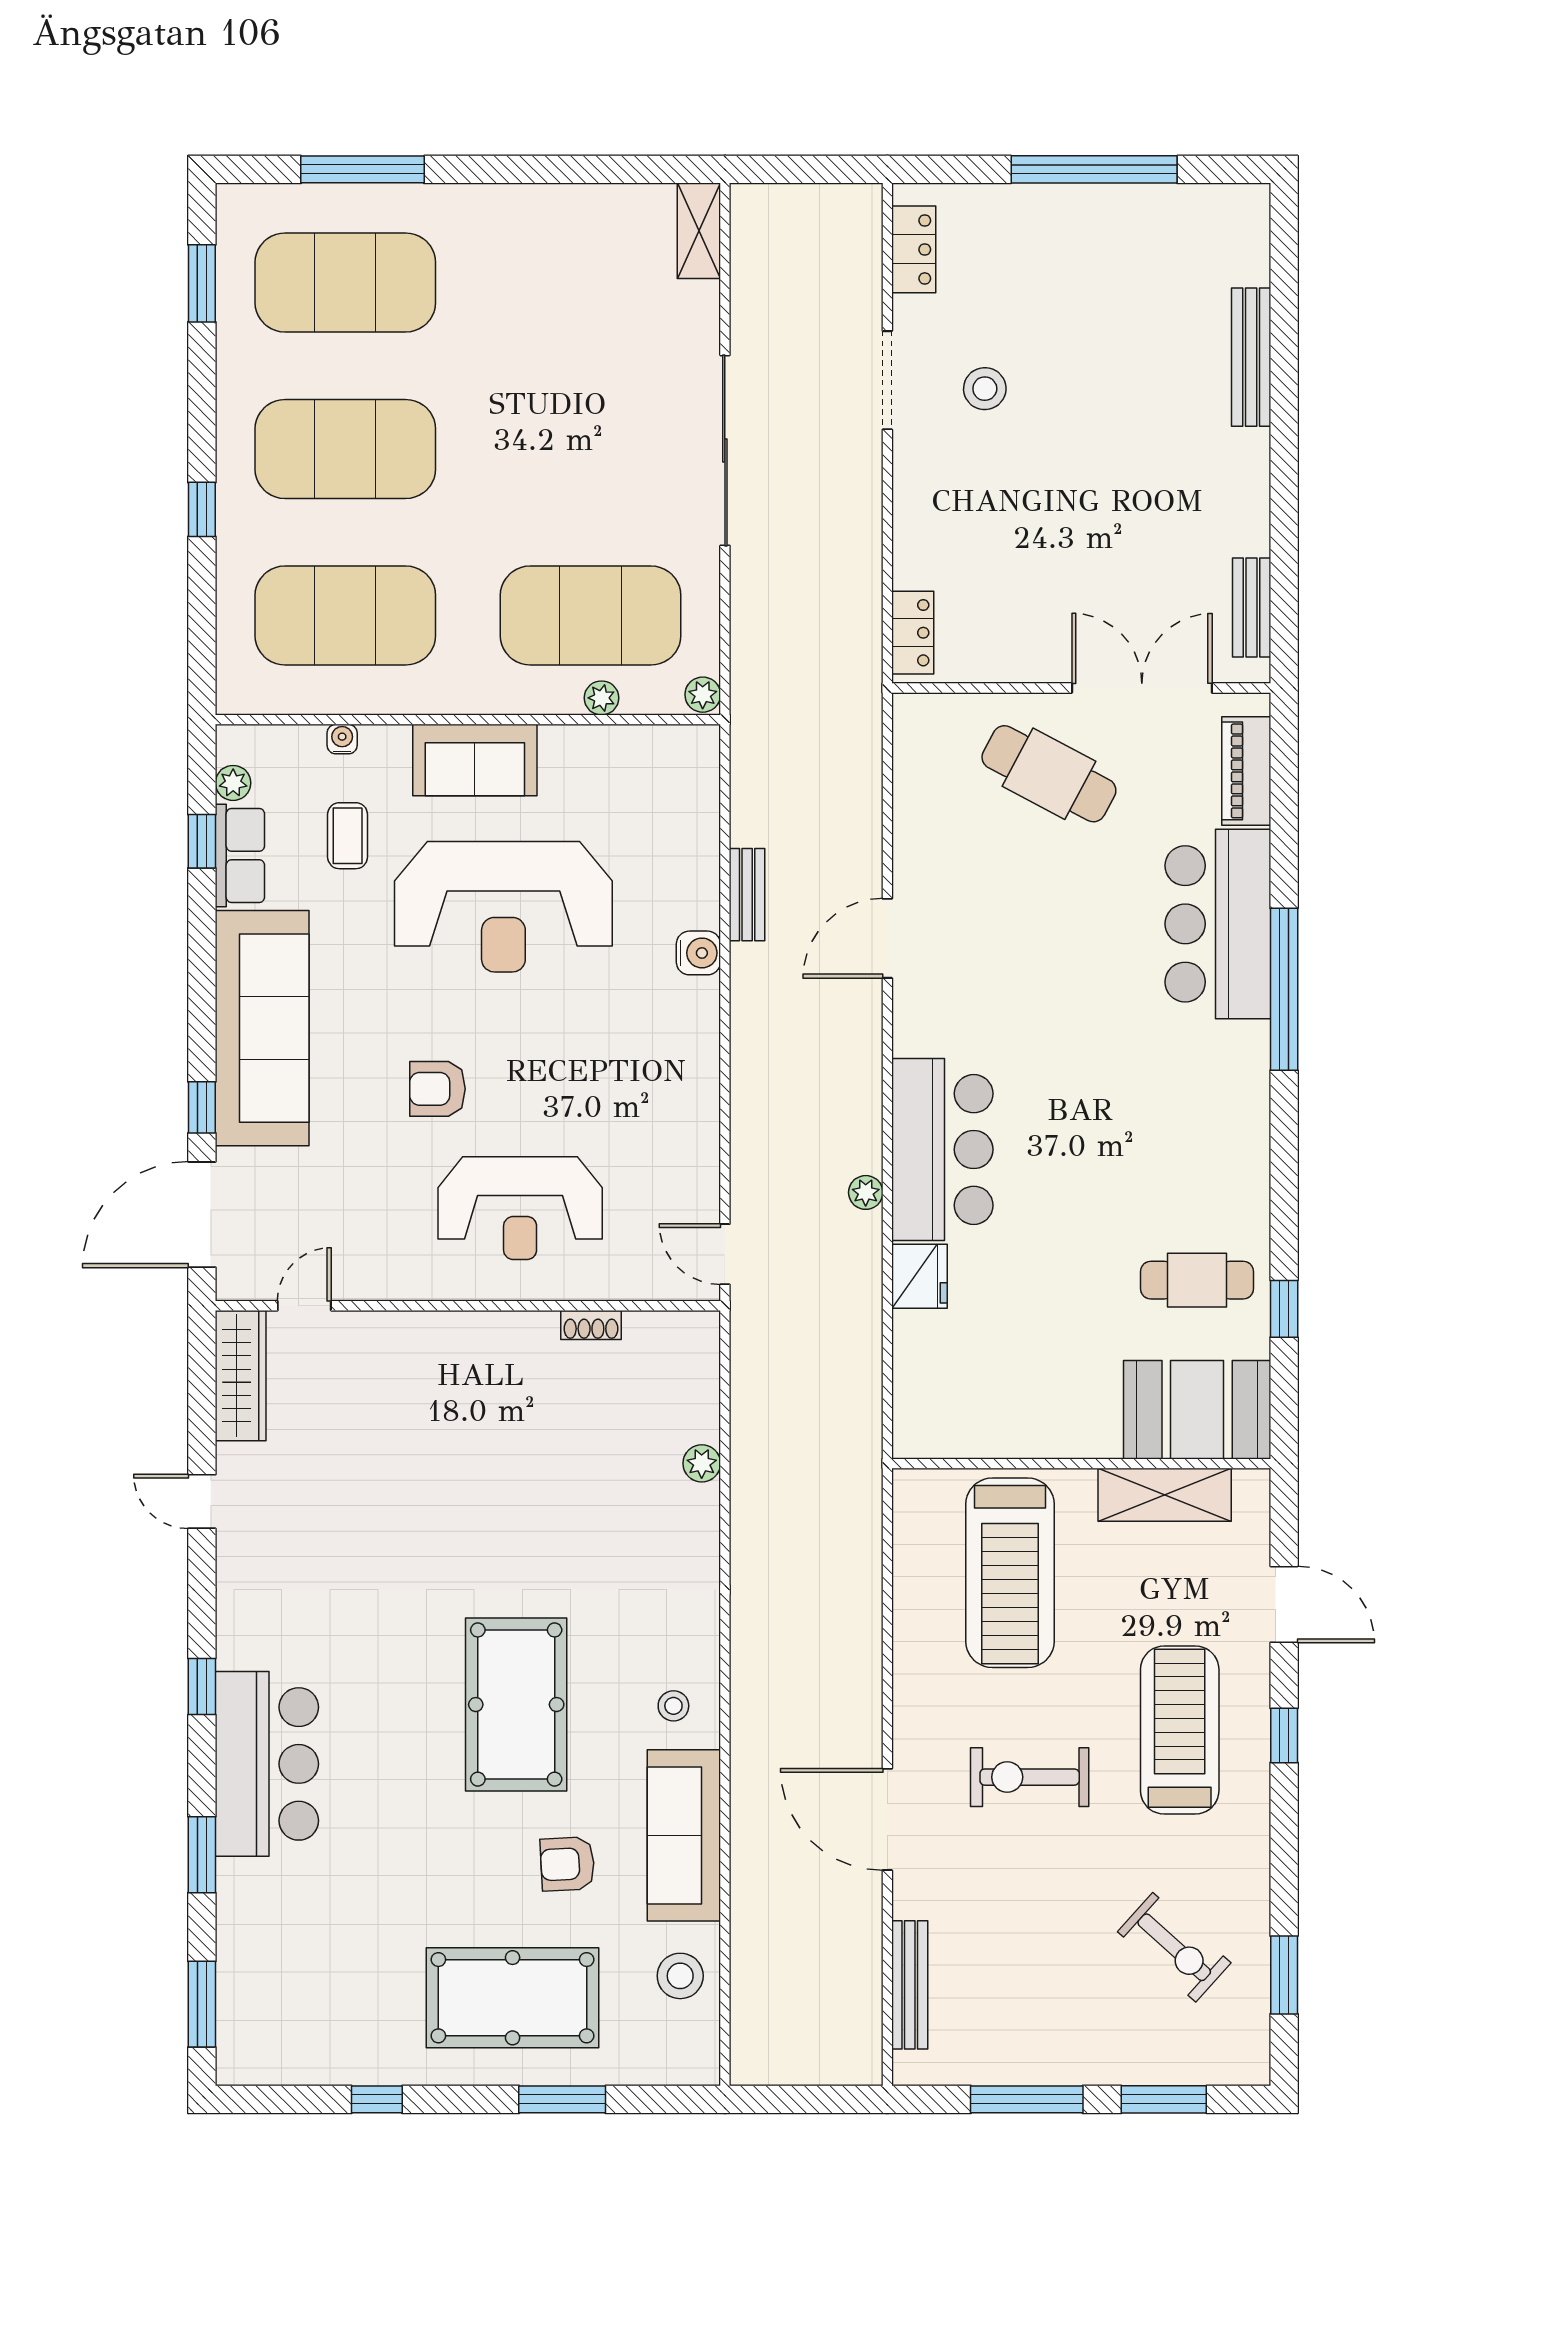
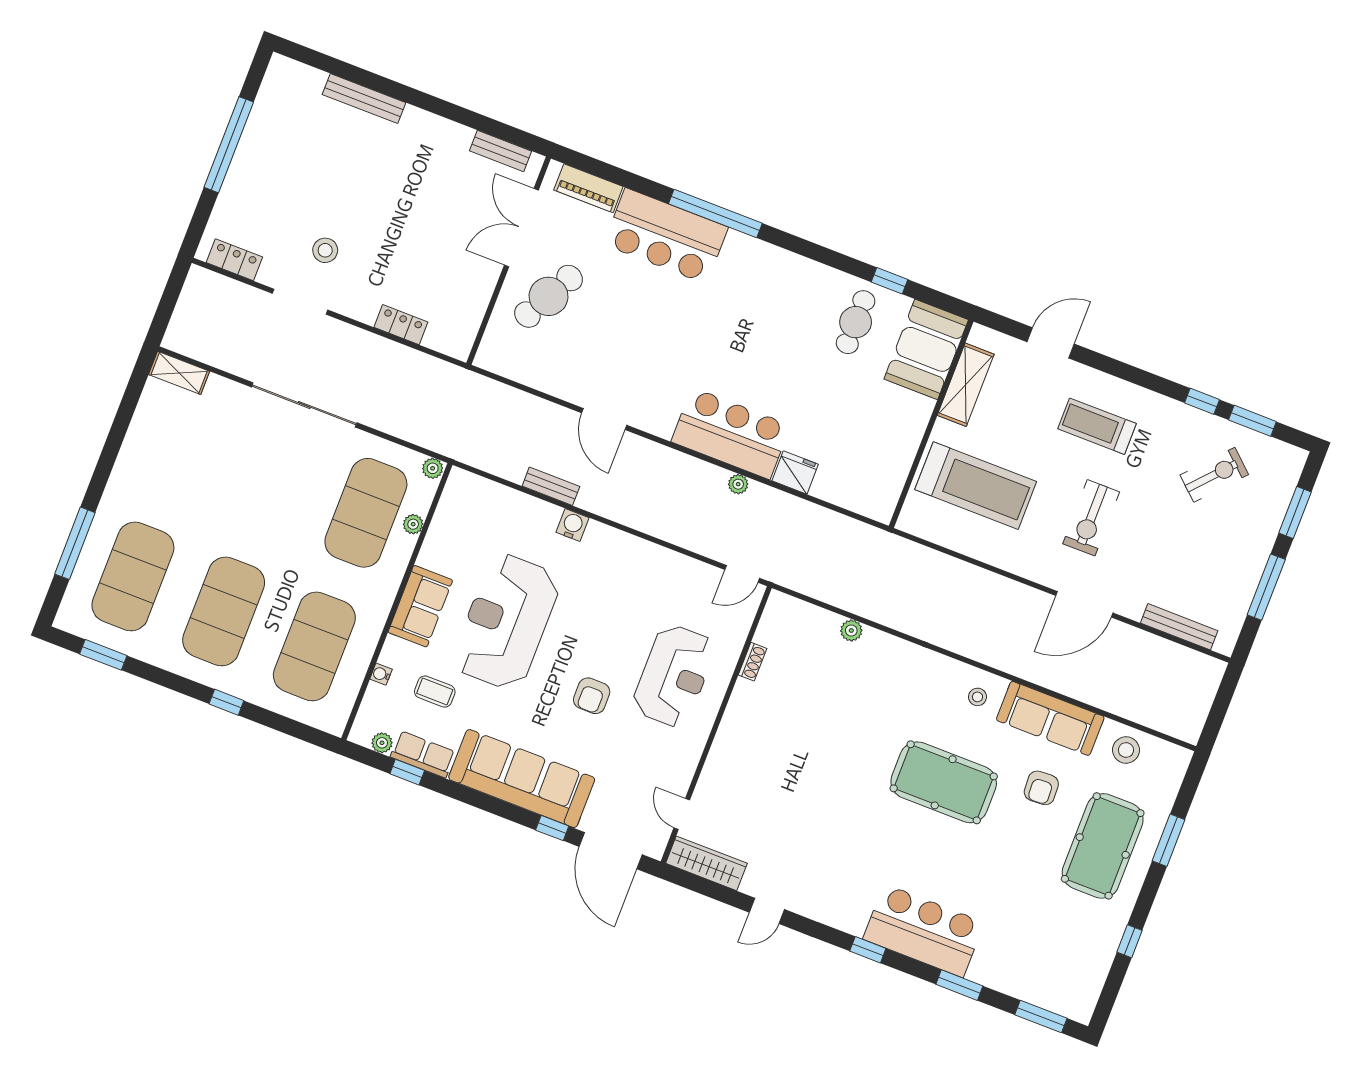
locker: (913, 633) -> (401, 325), moved
reception desk: (503, 907) -> (506, 622), turned 180
treadmill: (1180, 1730) -> (1097, 426), width x0.73, depth x0.73
window: (1284, 1735) -> (1202, 401), moved

